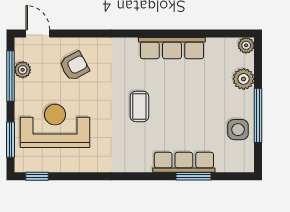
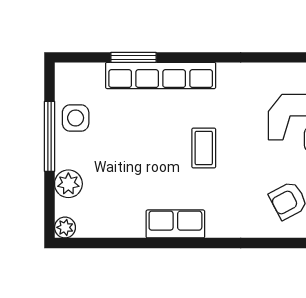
row of seats: (172, 48) -> (175, 224), width x0.68
row of seats: (184, 162) -> (161, 75), width x1.36

